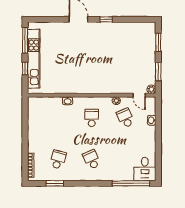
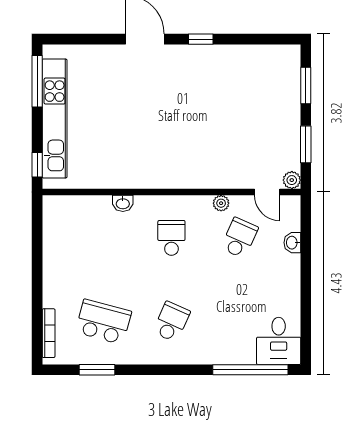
window: (25, 68) -> (37, 165), moved
school desk: (125, 118) -> (239, 238), turned 48
school desk: (58, 160) -> (103, 322), width x1.85
school desk: (92, 160) -> (171, 322), turned 48

